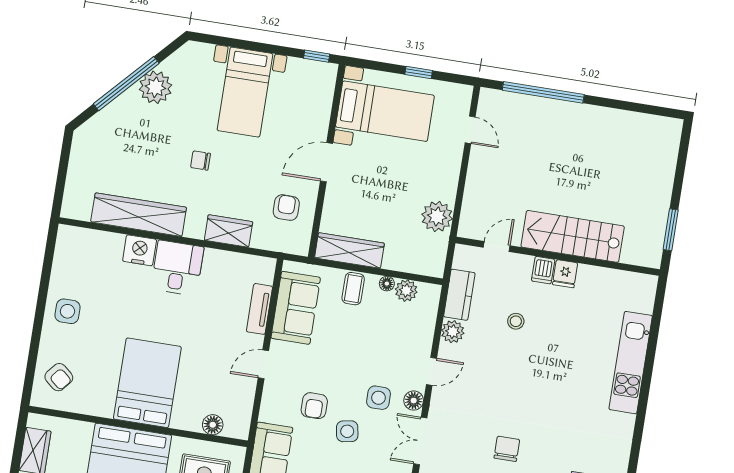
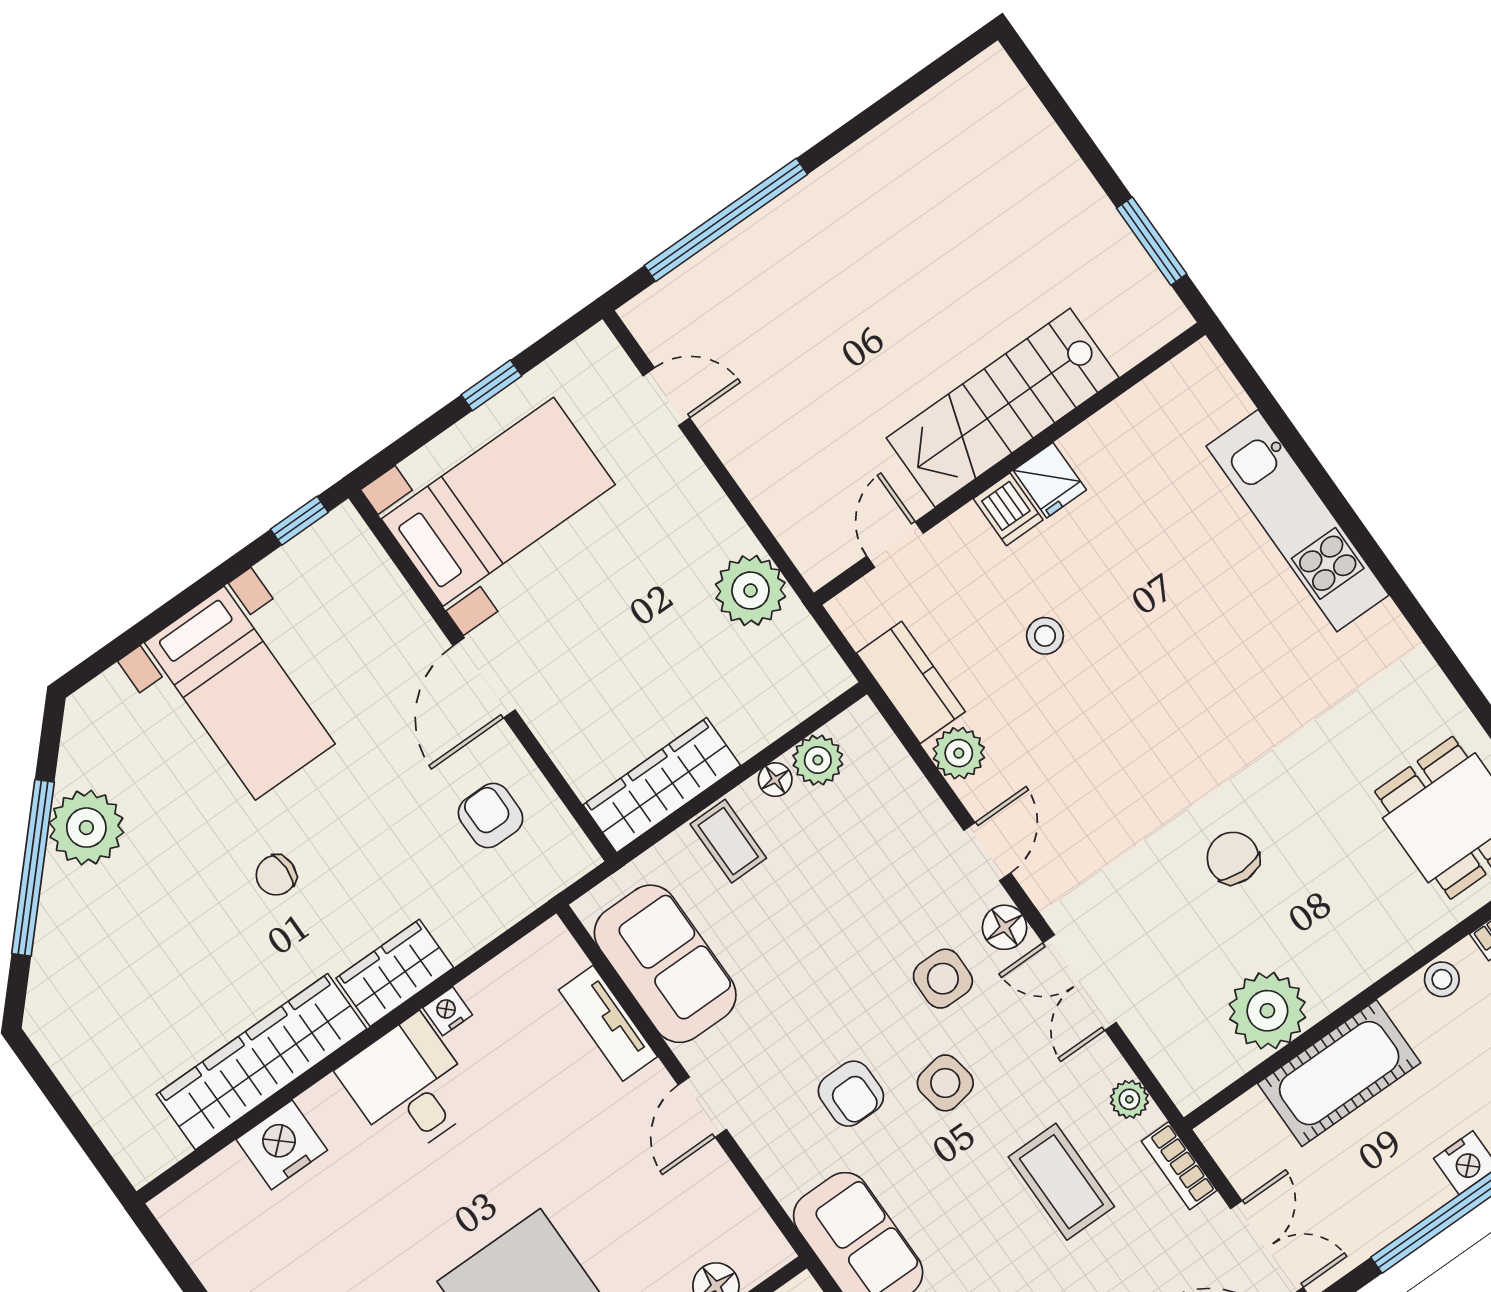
wardrobe: (228, 231) -> (395, 973), moved
nightstand: (140, 250) -> (282, 1145), moved
nightstand: (213, 256) -> (448, 1011), added

